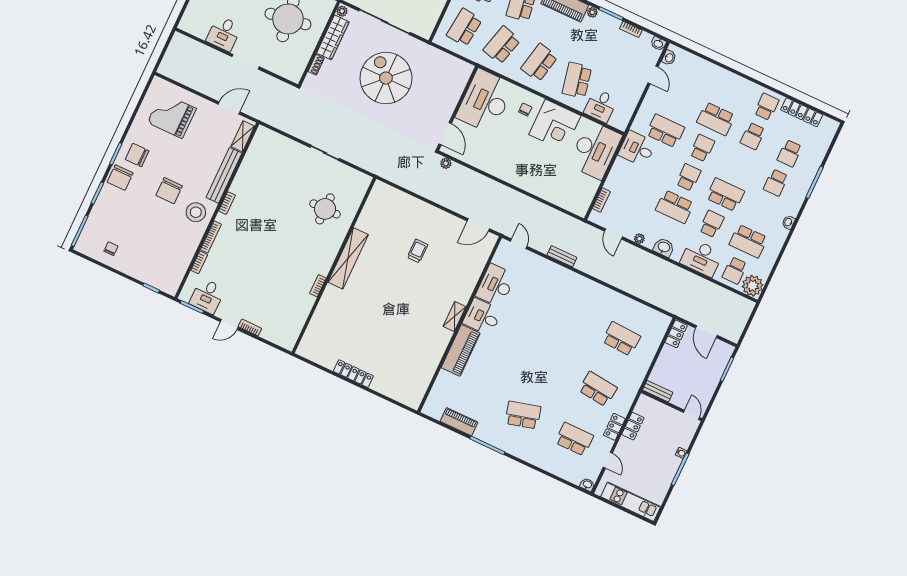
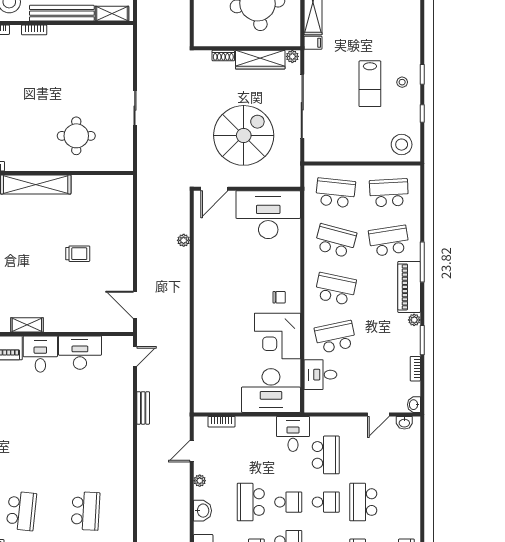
desk: (485, 101) -> (268, 215), moved
wall: (457, 108) -> (247, 189), moved
door: (445, 134) -> (214, 189), moved

